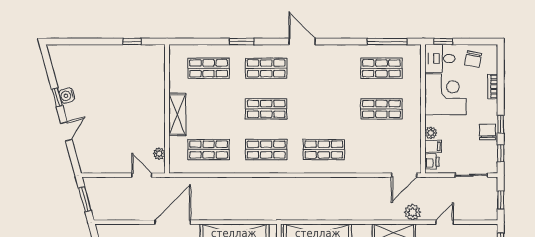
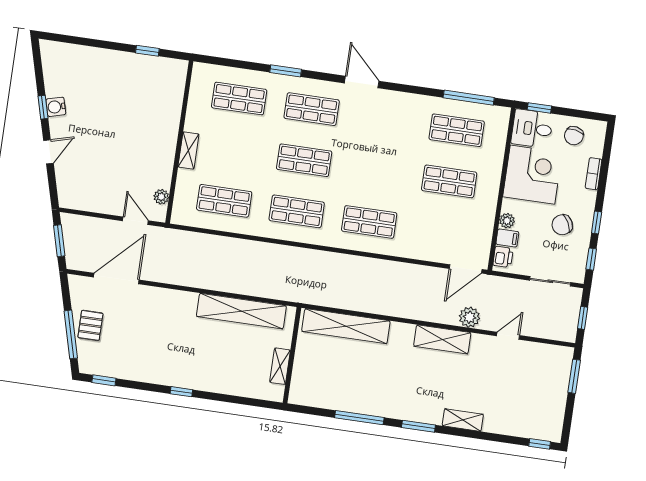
shelving: (177, 114) -> (188, 151), width x0.67, depth x0.75
chair: (487, 132) -> (562, 225), moved, turned -118
door: (173, 222) -> (116, 279), moved

